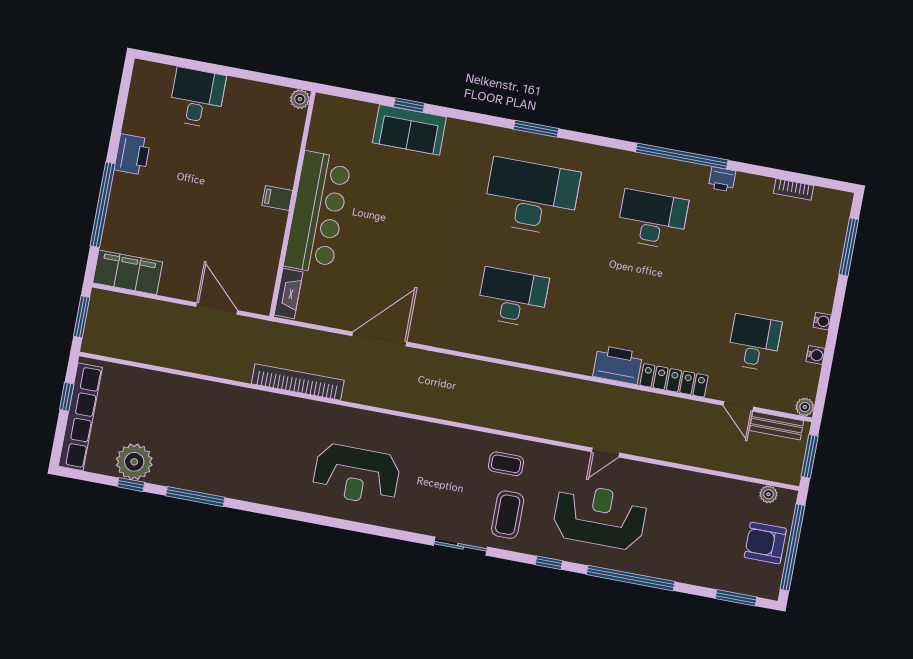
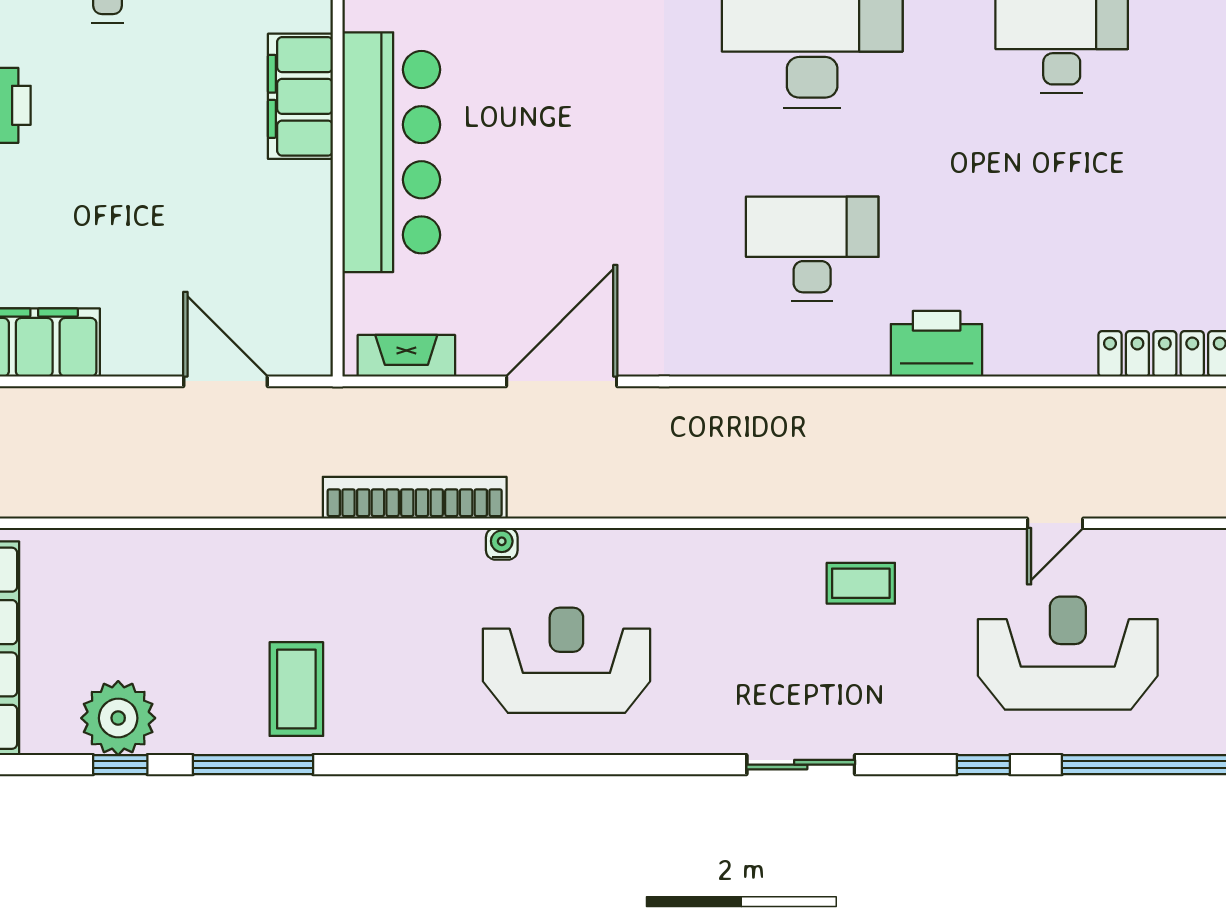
filing cabinet: (277, 198) -> (300, 96), width x3.00, depth x1.17
fireplace: (288, 293) -> (406, 356), moved, turned -90
printer: (618, 365) -> (937, 344), moved
water cooler: (336, 412) -> (502, 544), added
reception desk: (356, 474) -> (566, 660), turned 180
coffee table: (508, 515) -> (296, 689), moved

